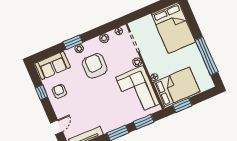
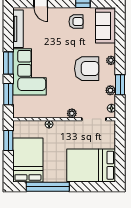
window: (73, 42) -> (120, 85), moved
bed: (176, 87) -> (28, 160), moved, turned 180
corner sofa: (138, 90) -> (30, 72), moved, turned 90

